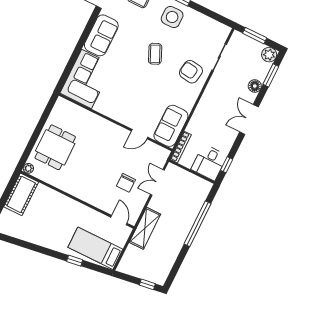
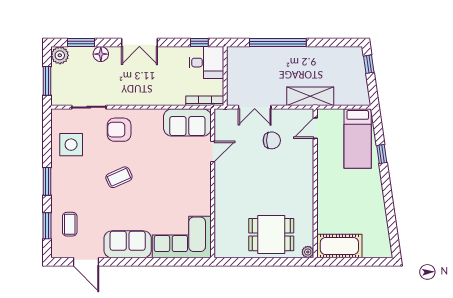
side table: (172, 17) -> (71, 145), moved
armchair: (191, 72) -> (119, 130), turned 82
door: (140, 134) -> (213, 152), hinge flipped

